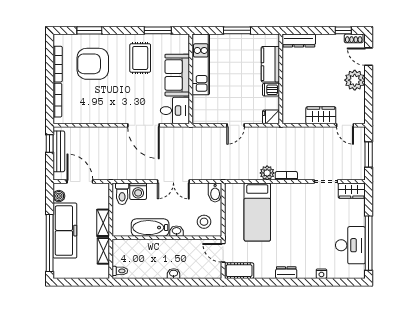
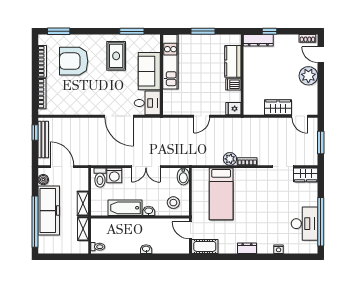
window: (89, 30) -> (59, 31), moved
window: (343, 30) -> (270, 31), moved

